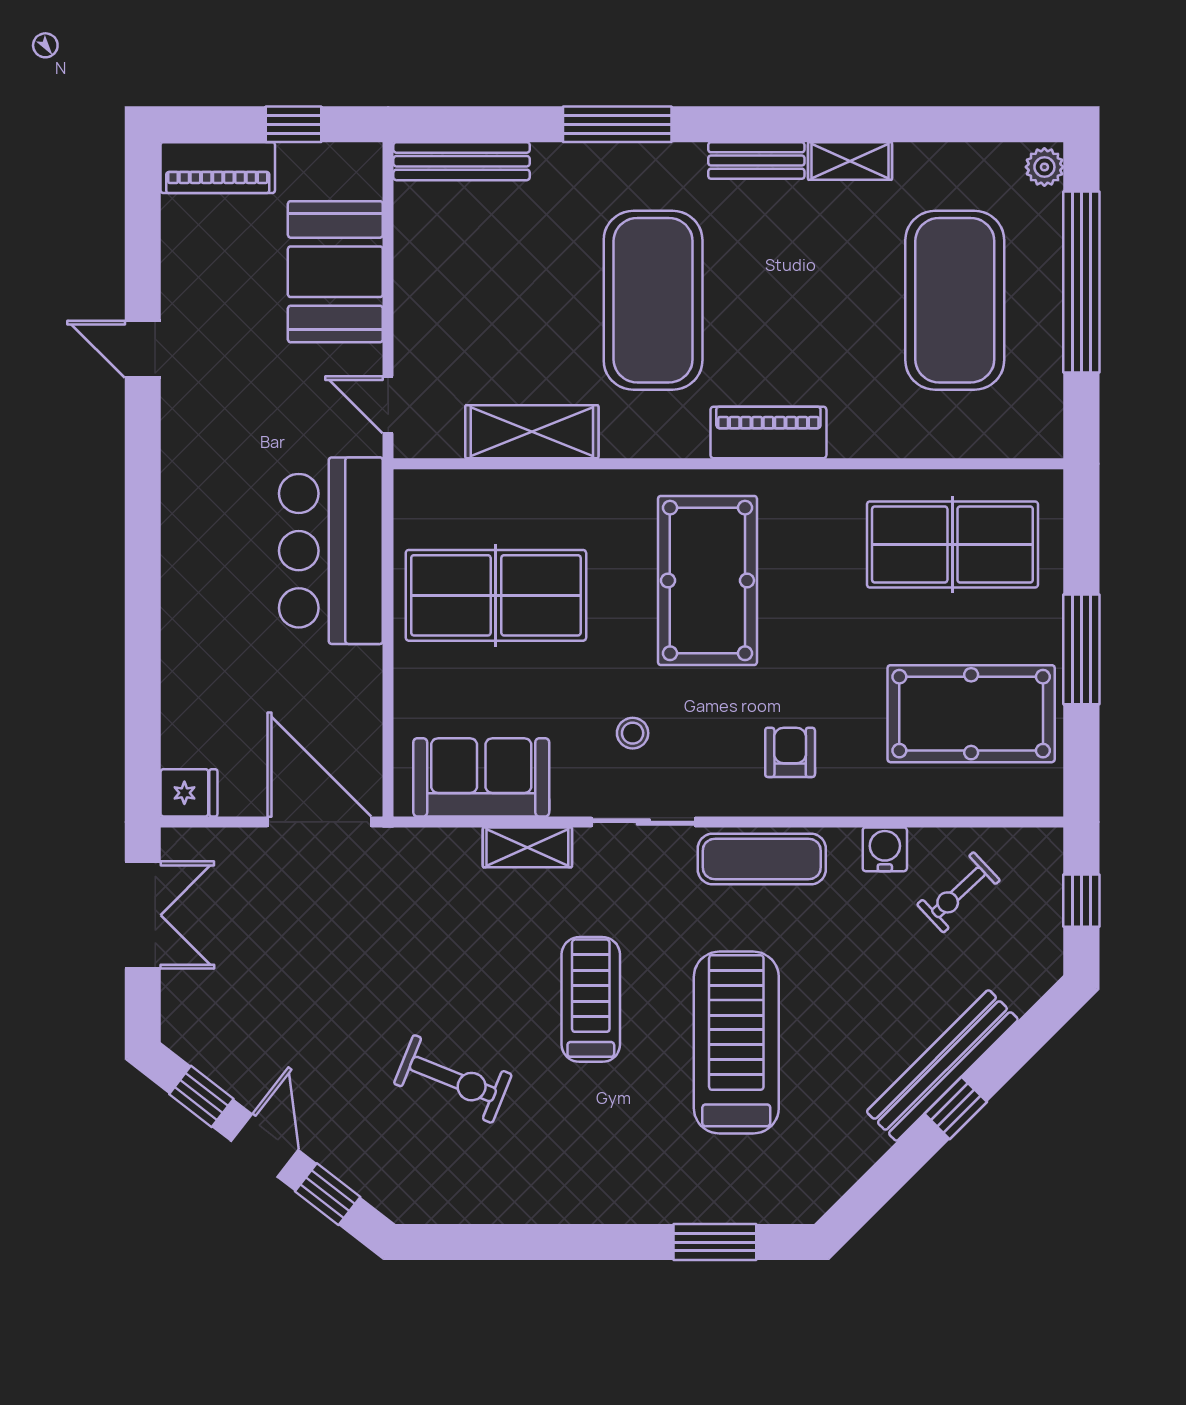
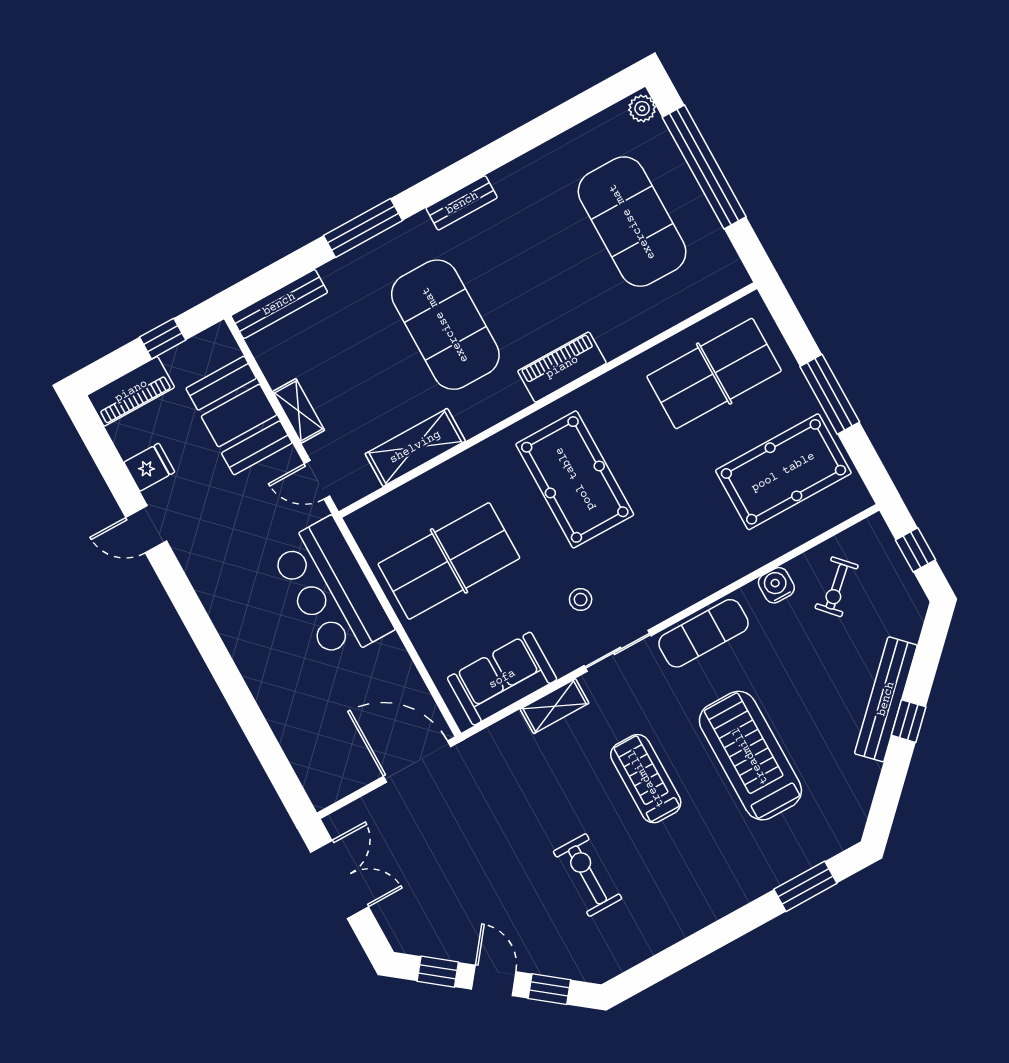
shelving: (850, 161) -> (299, 411), moved, turned 90
armchair: (790, 752) -> (685, 558), removed
fridge: (189, 793) -> (149, 467), moved
exercise bike: (453, 1079) -> (588, 875), turned -112

